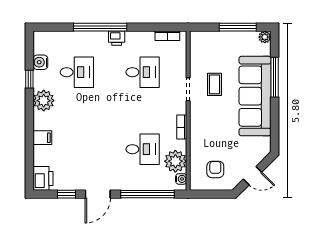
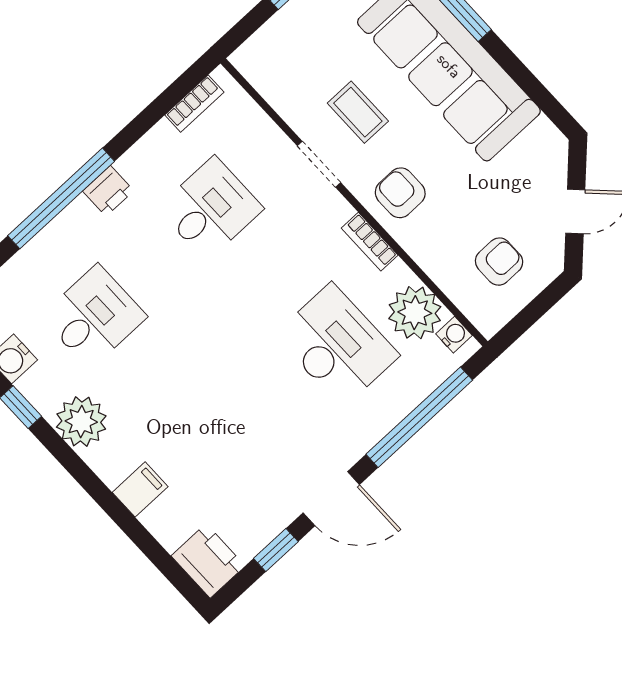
armchair: (205, 121) -> (400, 193), added
desk: (143, 149) -> (337, 345), width x1.37
armchair: (215, 169) -> (499, 262), turned 90
door: (98, 194) -> (331, 499), hinge flipped

